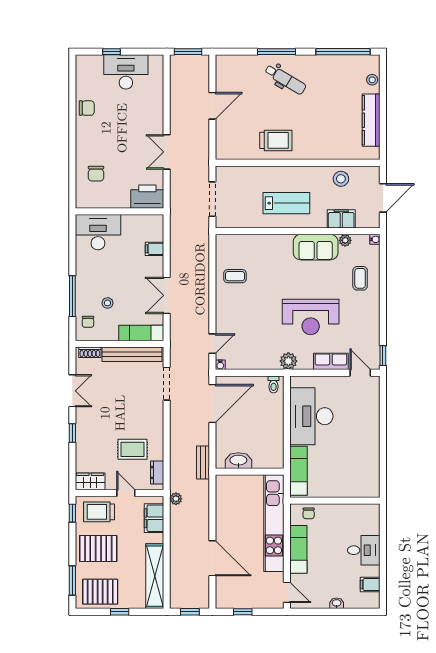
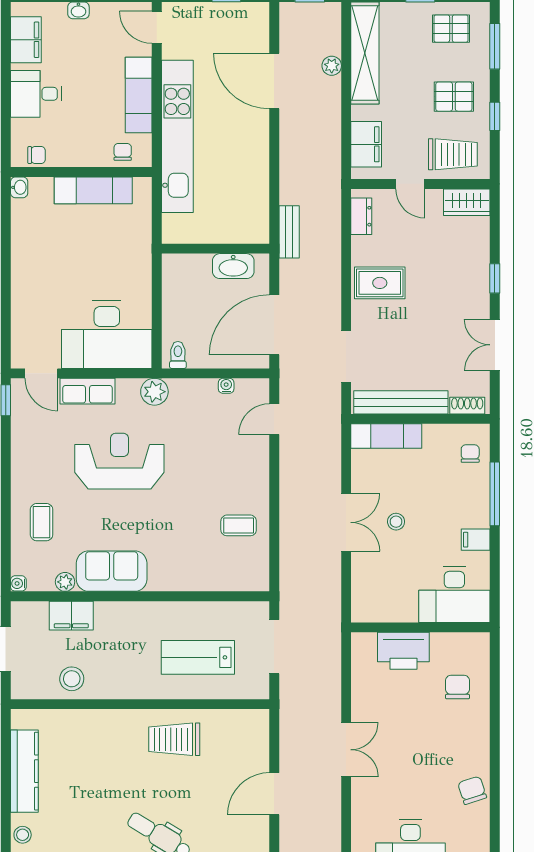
chair: (87, 108) -> (472, 790), turned 72
double door: (167, 152) -> (346, 750), moved
printer: (147, 197) -> (403, 651), moved
lab bench: (286, 203) -> (198, 657), moved
filing cabinet: (155, 249) -> (476, 540), moved, turned 180
double door: (167, 295) -> (346, 522), moved
stool: (107, 303) -> (396, 522), moved
water cooler: (220, 365) -> (226, 386), moved
desk: (311, 416) -> (107, 335), moved, turned 90
rug: (133, 449) -> (380, 283), moved
washbasin: (238, 461) -> (233, 266), moved
exam couch: (299, 471) -> (93, 190), moved, turned -90
wall: (250, 472) -> (215, 249), moved
washbasin: (374, 491) -> (19, 187), added
plant: (176, 499) -> (332, 66), moved
chair: (363, 511) -> (37, 155), added
window: (72, 513) -> (495, 116), moved
pallet: (98, 548) -> (454, 97), width x0.67, depth x0.71
filing cabinet: (370, 585) -> (26, 40), width x2.00
pallet: (100, 592) -> (451, 29), width x0.67, depth x0.71

